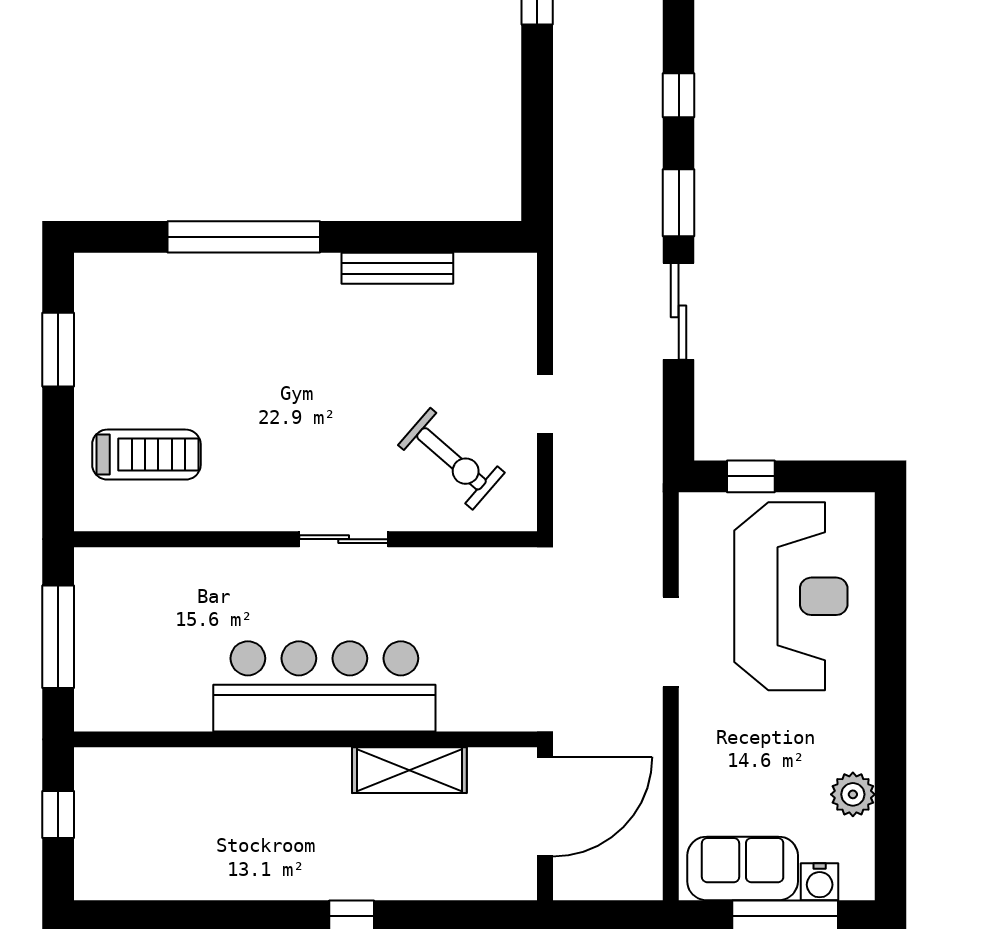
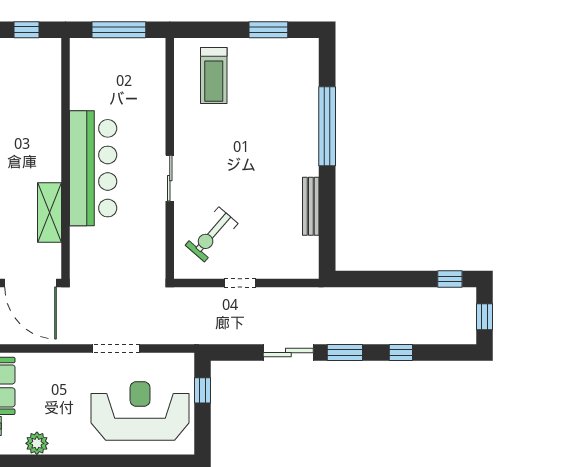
reception desk: (791, 596) -> (140, 411), turned 180

